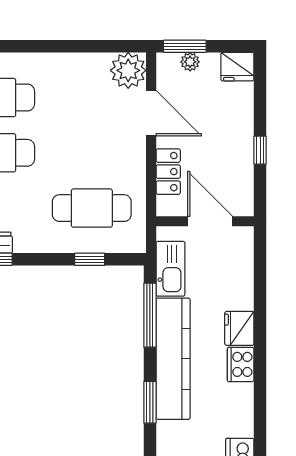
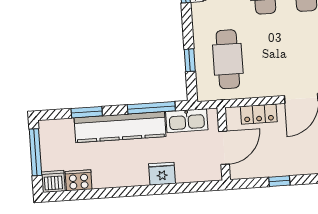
fridge: (239, 328) -> (162, 174), moved
cooker: (241, 364) -> (79, 180), moved

